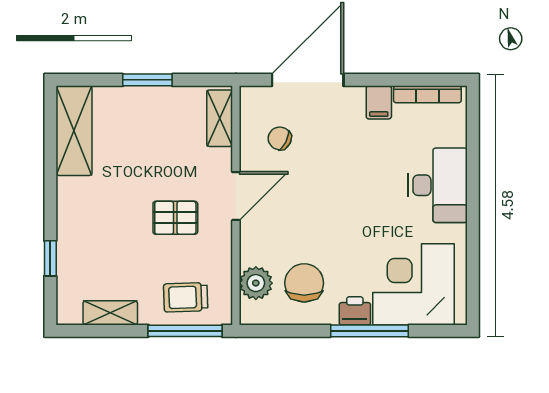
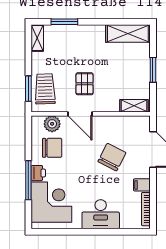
chair: (280, 138) -> (112, 157), moved, width x1.87, depth x1.87
door: (236, 196) -> (80, 114), moved
window: (50, 258) -> (64, 22), width x1.50
trolley: (186, 297) -> (45, 89), width x1.36, depth x1.39
shelving: (110, 313) -> (37, 38), moved
window: (185, 331) -> (28, 89), width x0.69

